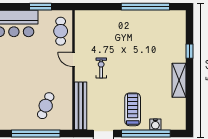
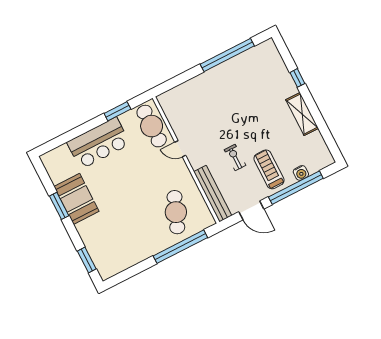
cafe table: (61, 31) -> (152, 126), width x1.37, depth x1.35
exercise bike: (101, 68) -> (235, 158), moved
cafe table: (46, 106) -> (176, 212), width x1.37, depth x1.35

